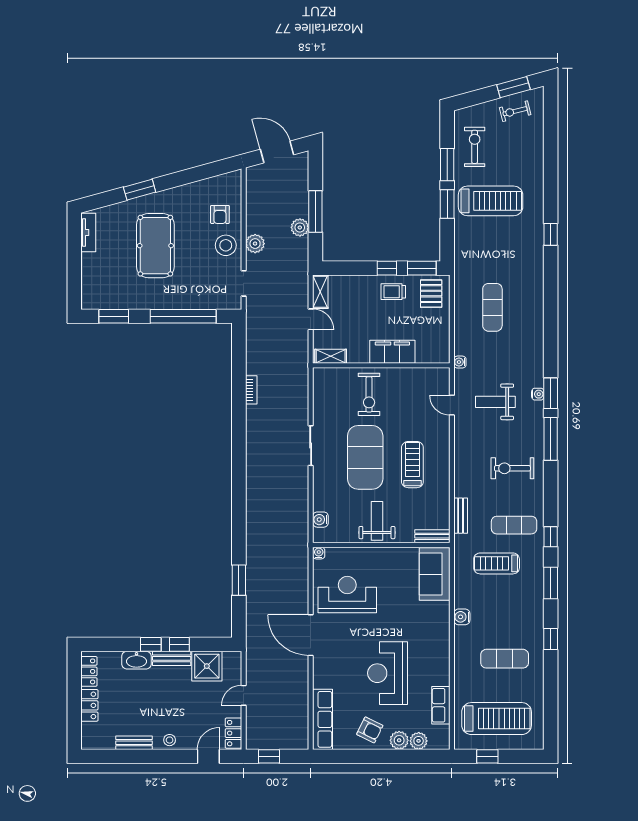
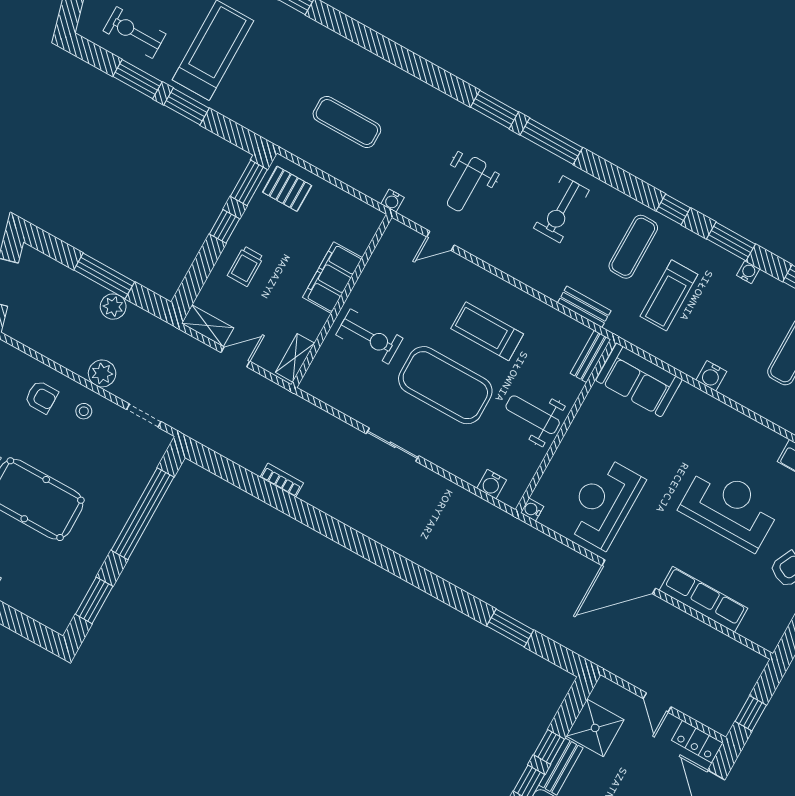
stool: (226, 245) -> (84, 411), width x0.53, depth x0.53
trolley: (393, 292) -> (245, 266), moved
water cooler: (538, 394) -> (748, 272), moved
reception desk: (388, 673) -> (730, 508), turned 180
row of seats: (323, 719) -> (703, 599), moved

